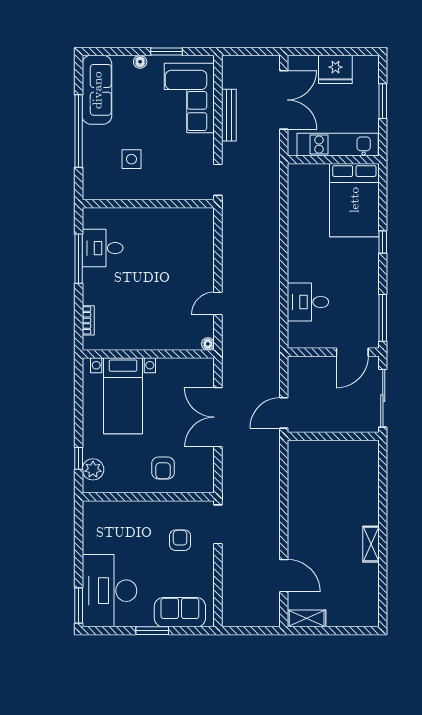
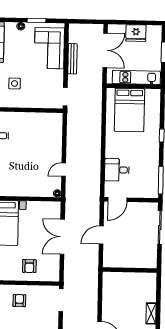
bed: (354, 200) -> (129, 110), moved
door: (352, 352) -> (117, 199), moved
wall: (333, 436) -> (130, 270), moved
armchair: (180, 540) -> (19, 301), moved

